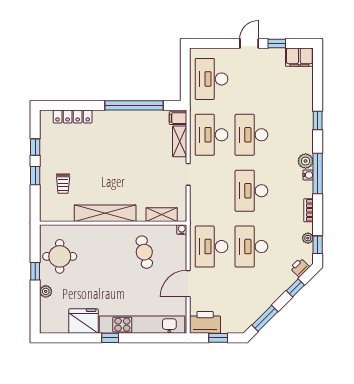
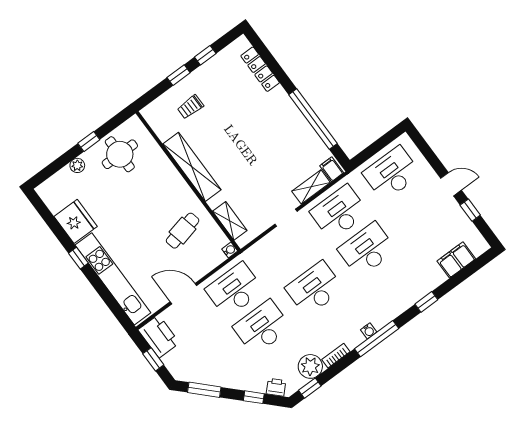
filing cabinet: (299, 57) -> (456, 260), moved, turned 90
plant: (306, 161) -> (380, 319), removed
plant: (308, 238) -> (310, 366), width x1.88, depth x1.88

